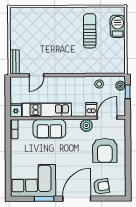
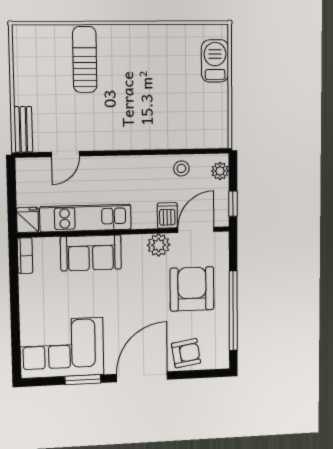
sun lounger: (90, 31) -> (85, 60), moved
window: (128, 92) -> (233, 204), moved
armchair: (105, 150) -> (192, 289), turned 180
window: (128, 163) -> (233, 311), added

